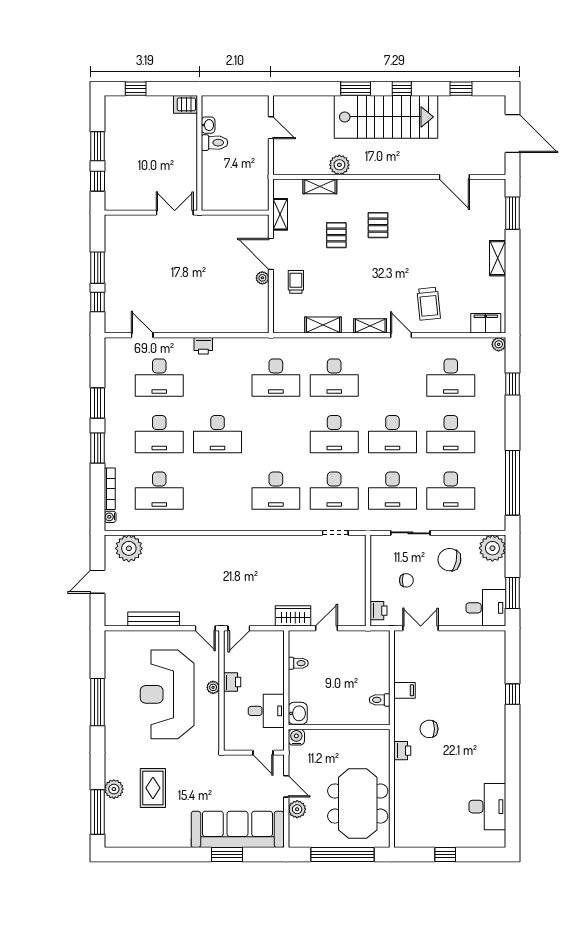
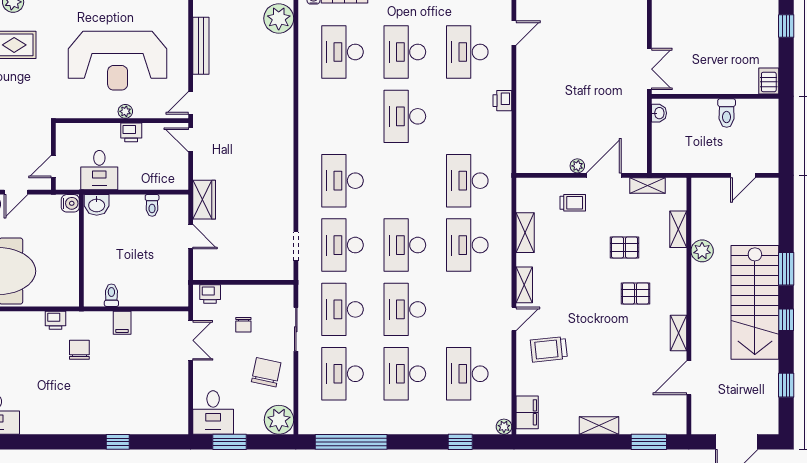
washbasin: (208, 125) -> (659, 113), moved, turned -90
shelving: (414, 186) -> (678, 333), added
reception desk: (167, 694) -> (118, 61), turned 180

